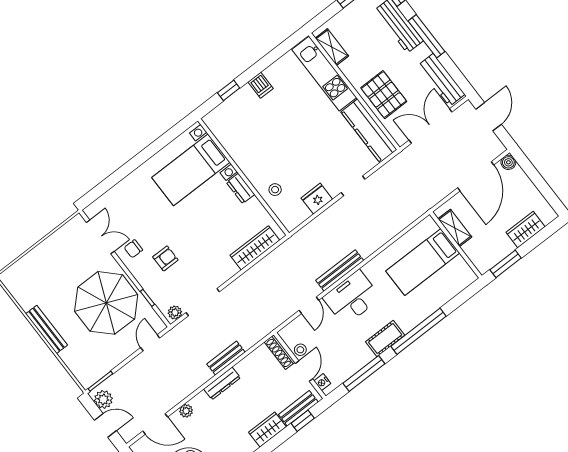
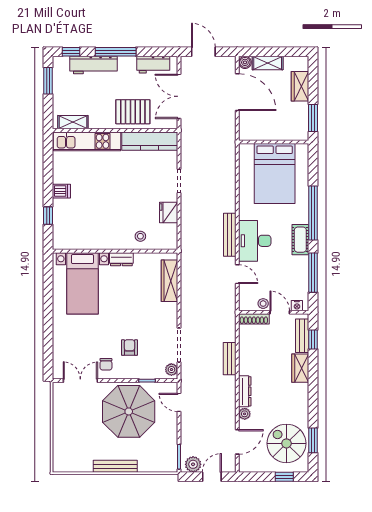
workbench: (441, 80) -> (153, 65), width x0.73
shelving: (455, 228) -> (268, 63), moved
bed: (423, 262) -> (275, 174), width x1.50
dresser: (222, 383) -> (245, 391), moved

